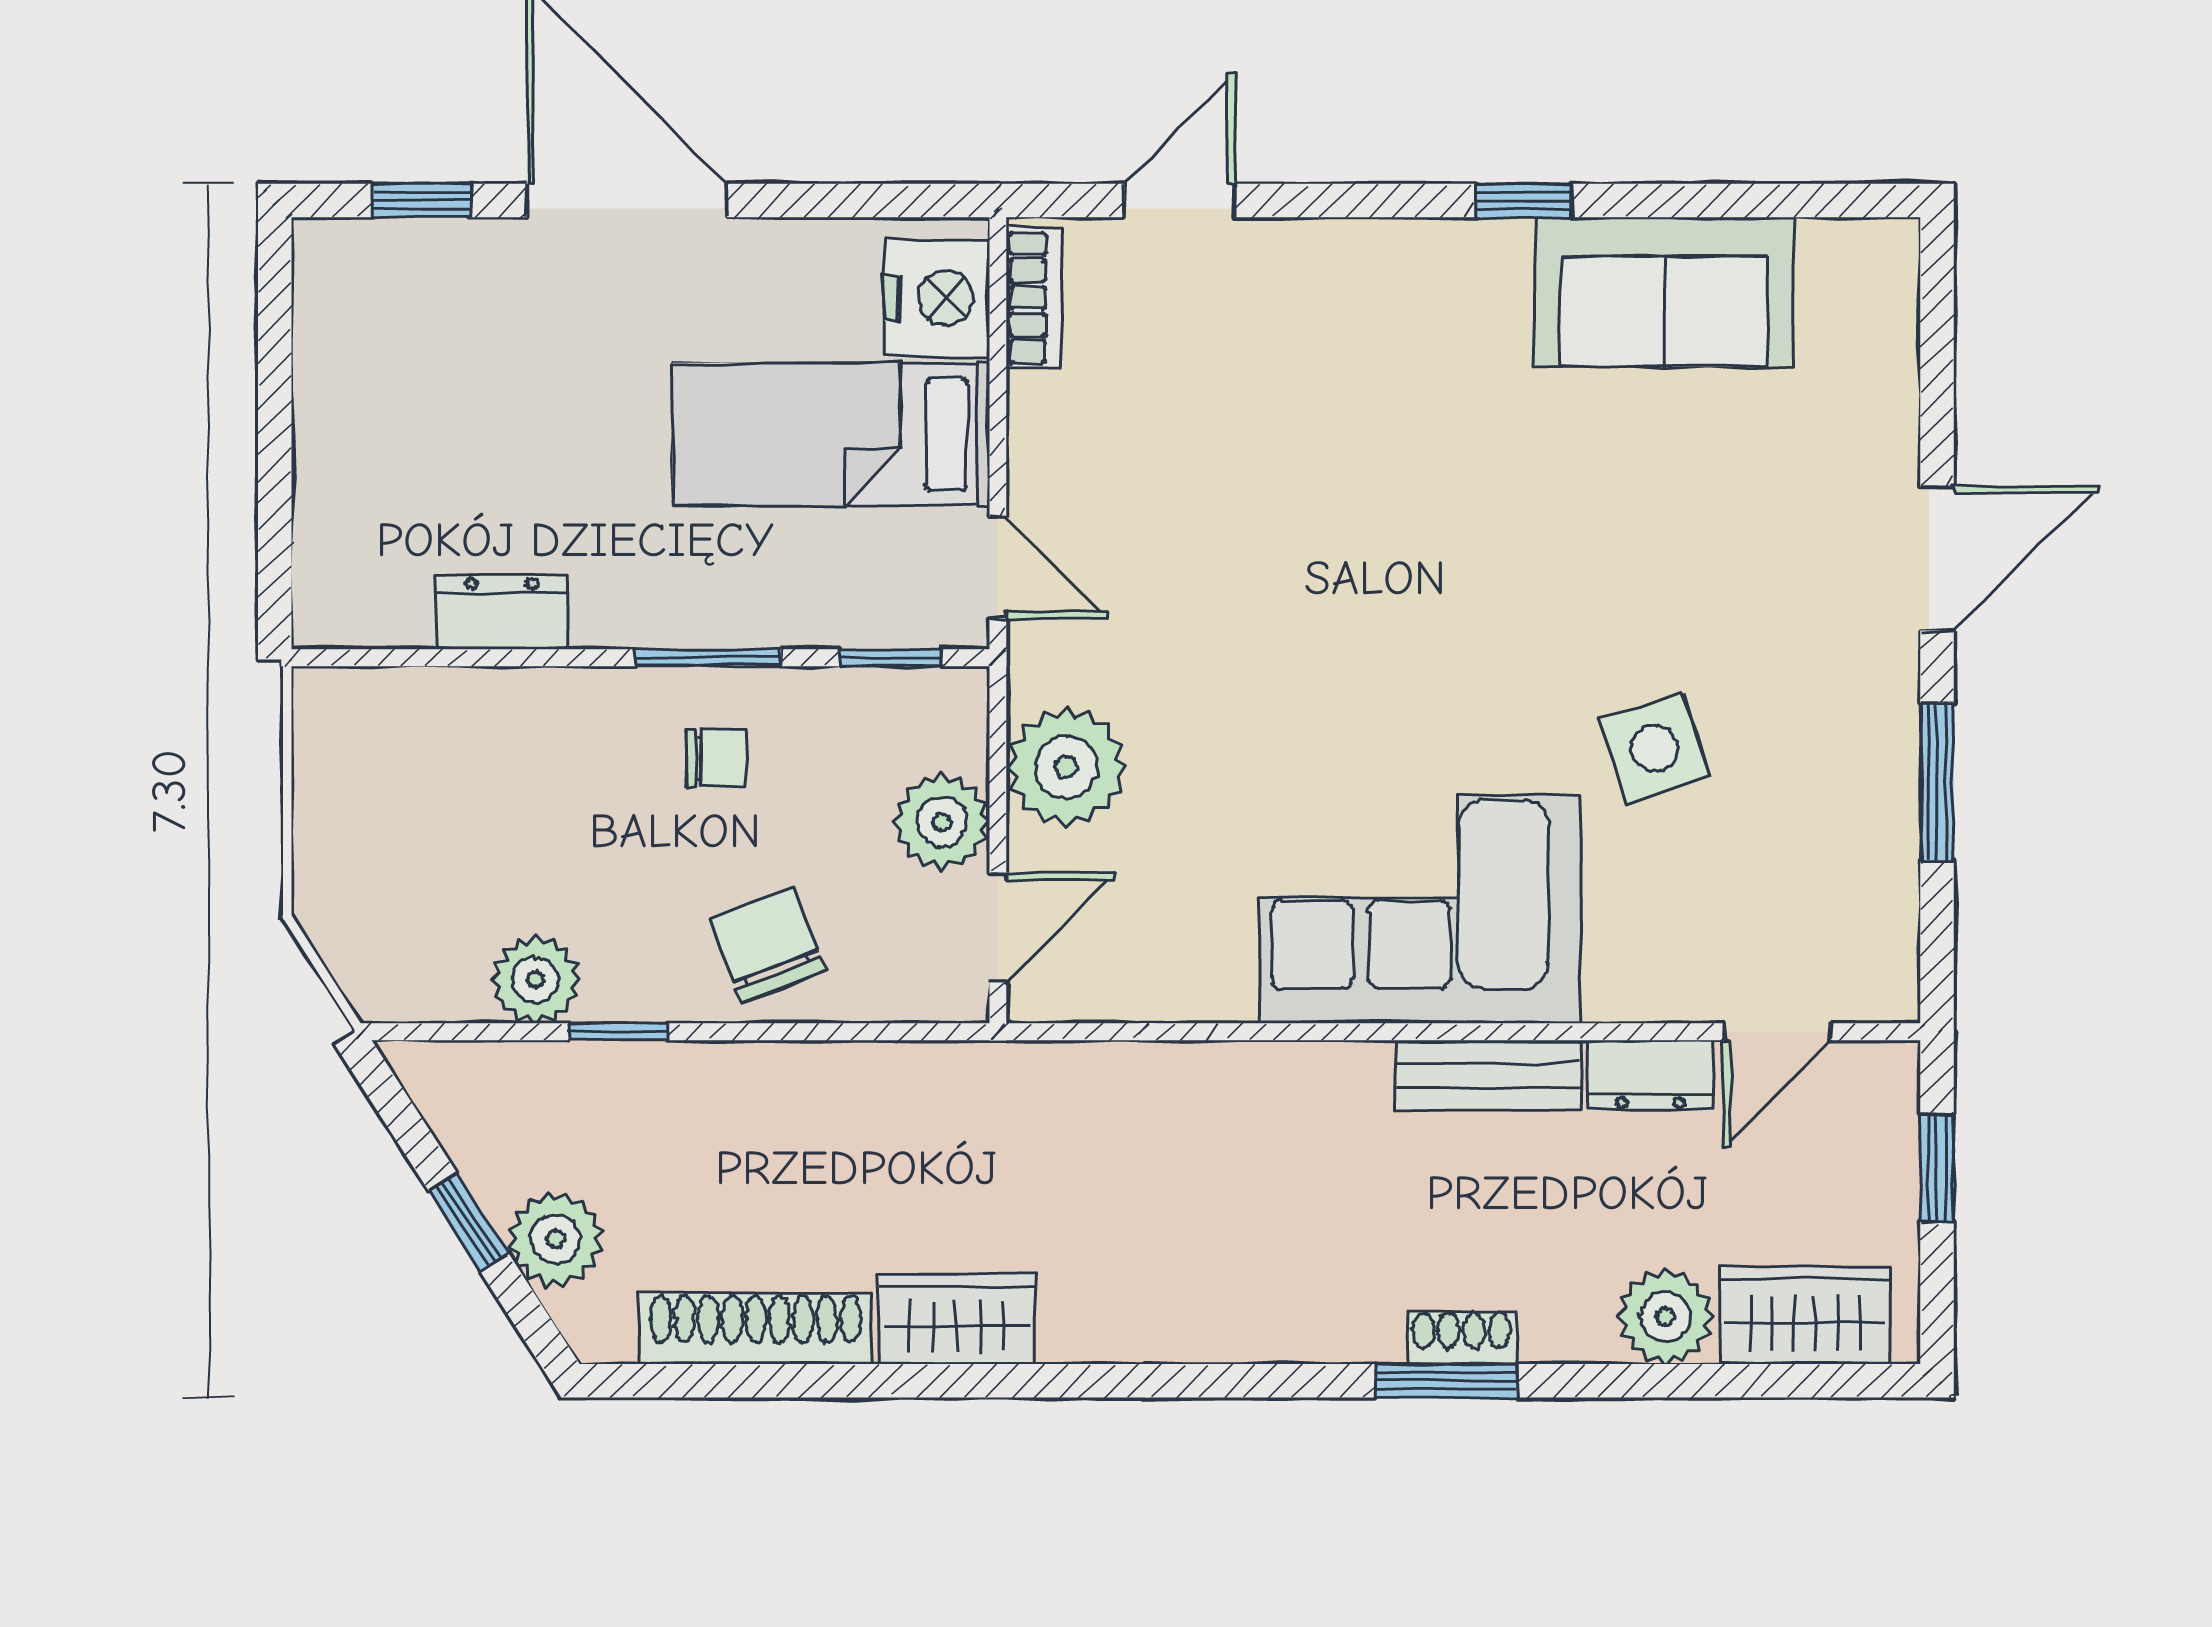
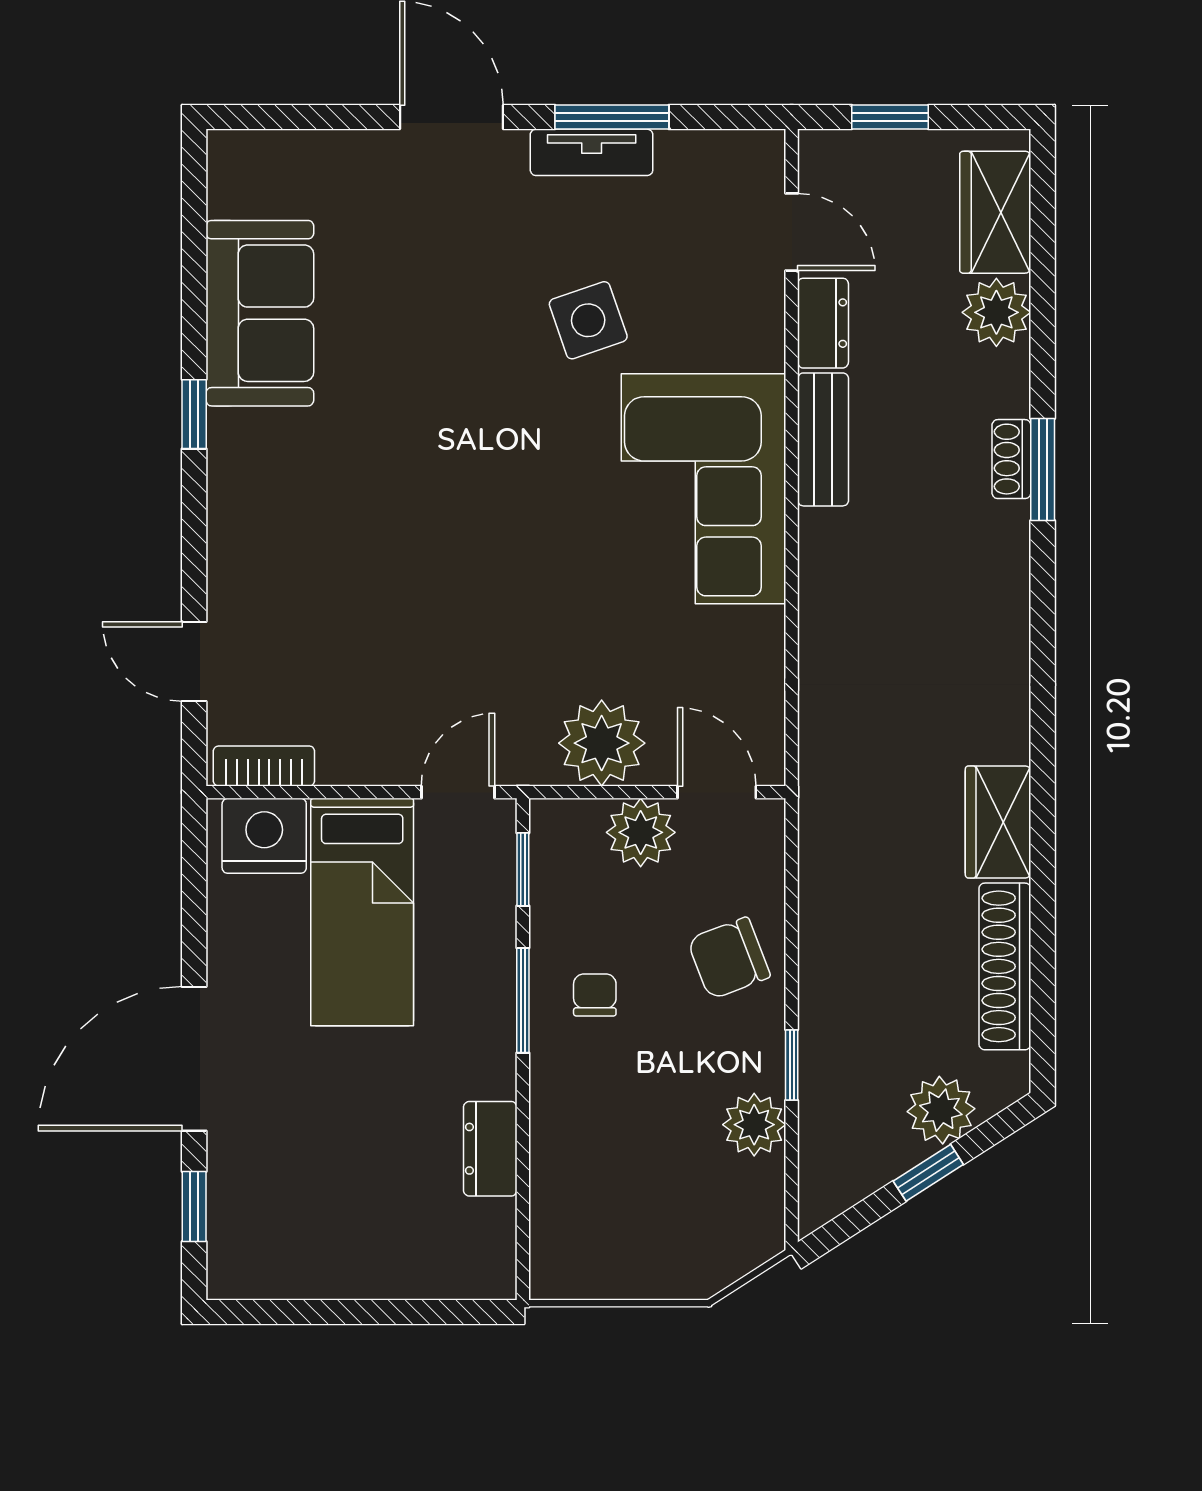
tv unit: (1888, 753) -> (592, 152), added

